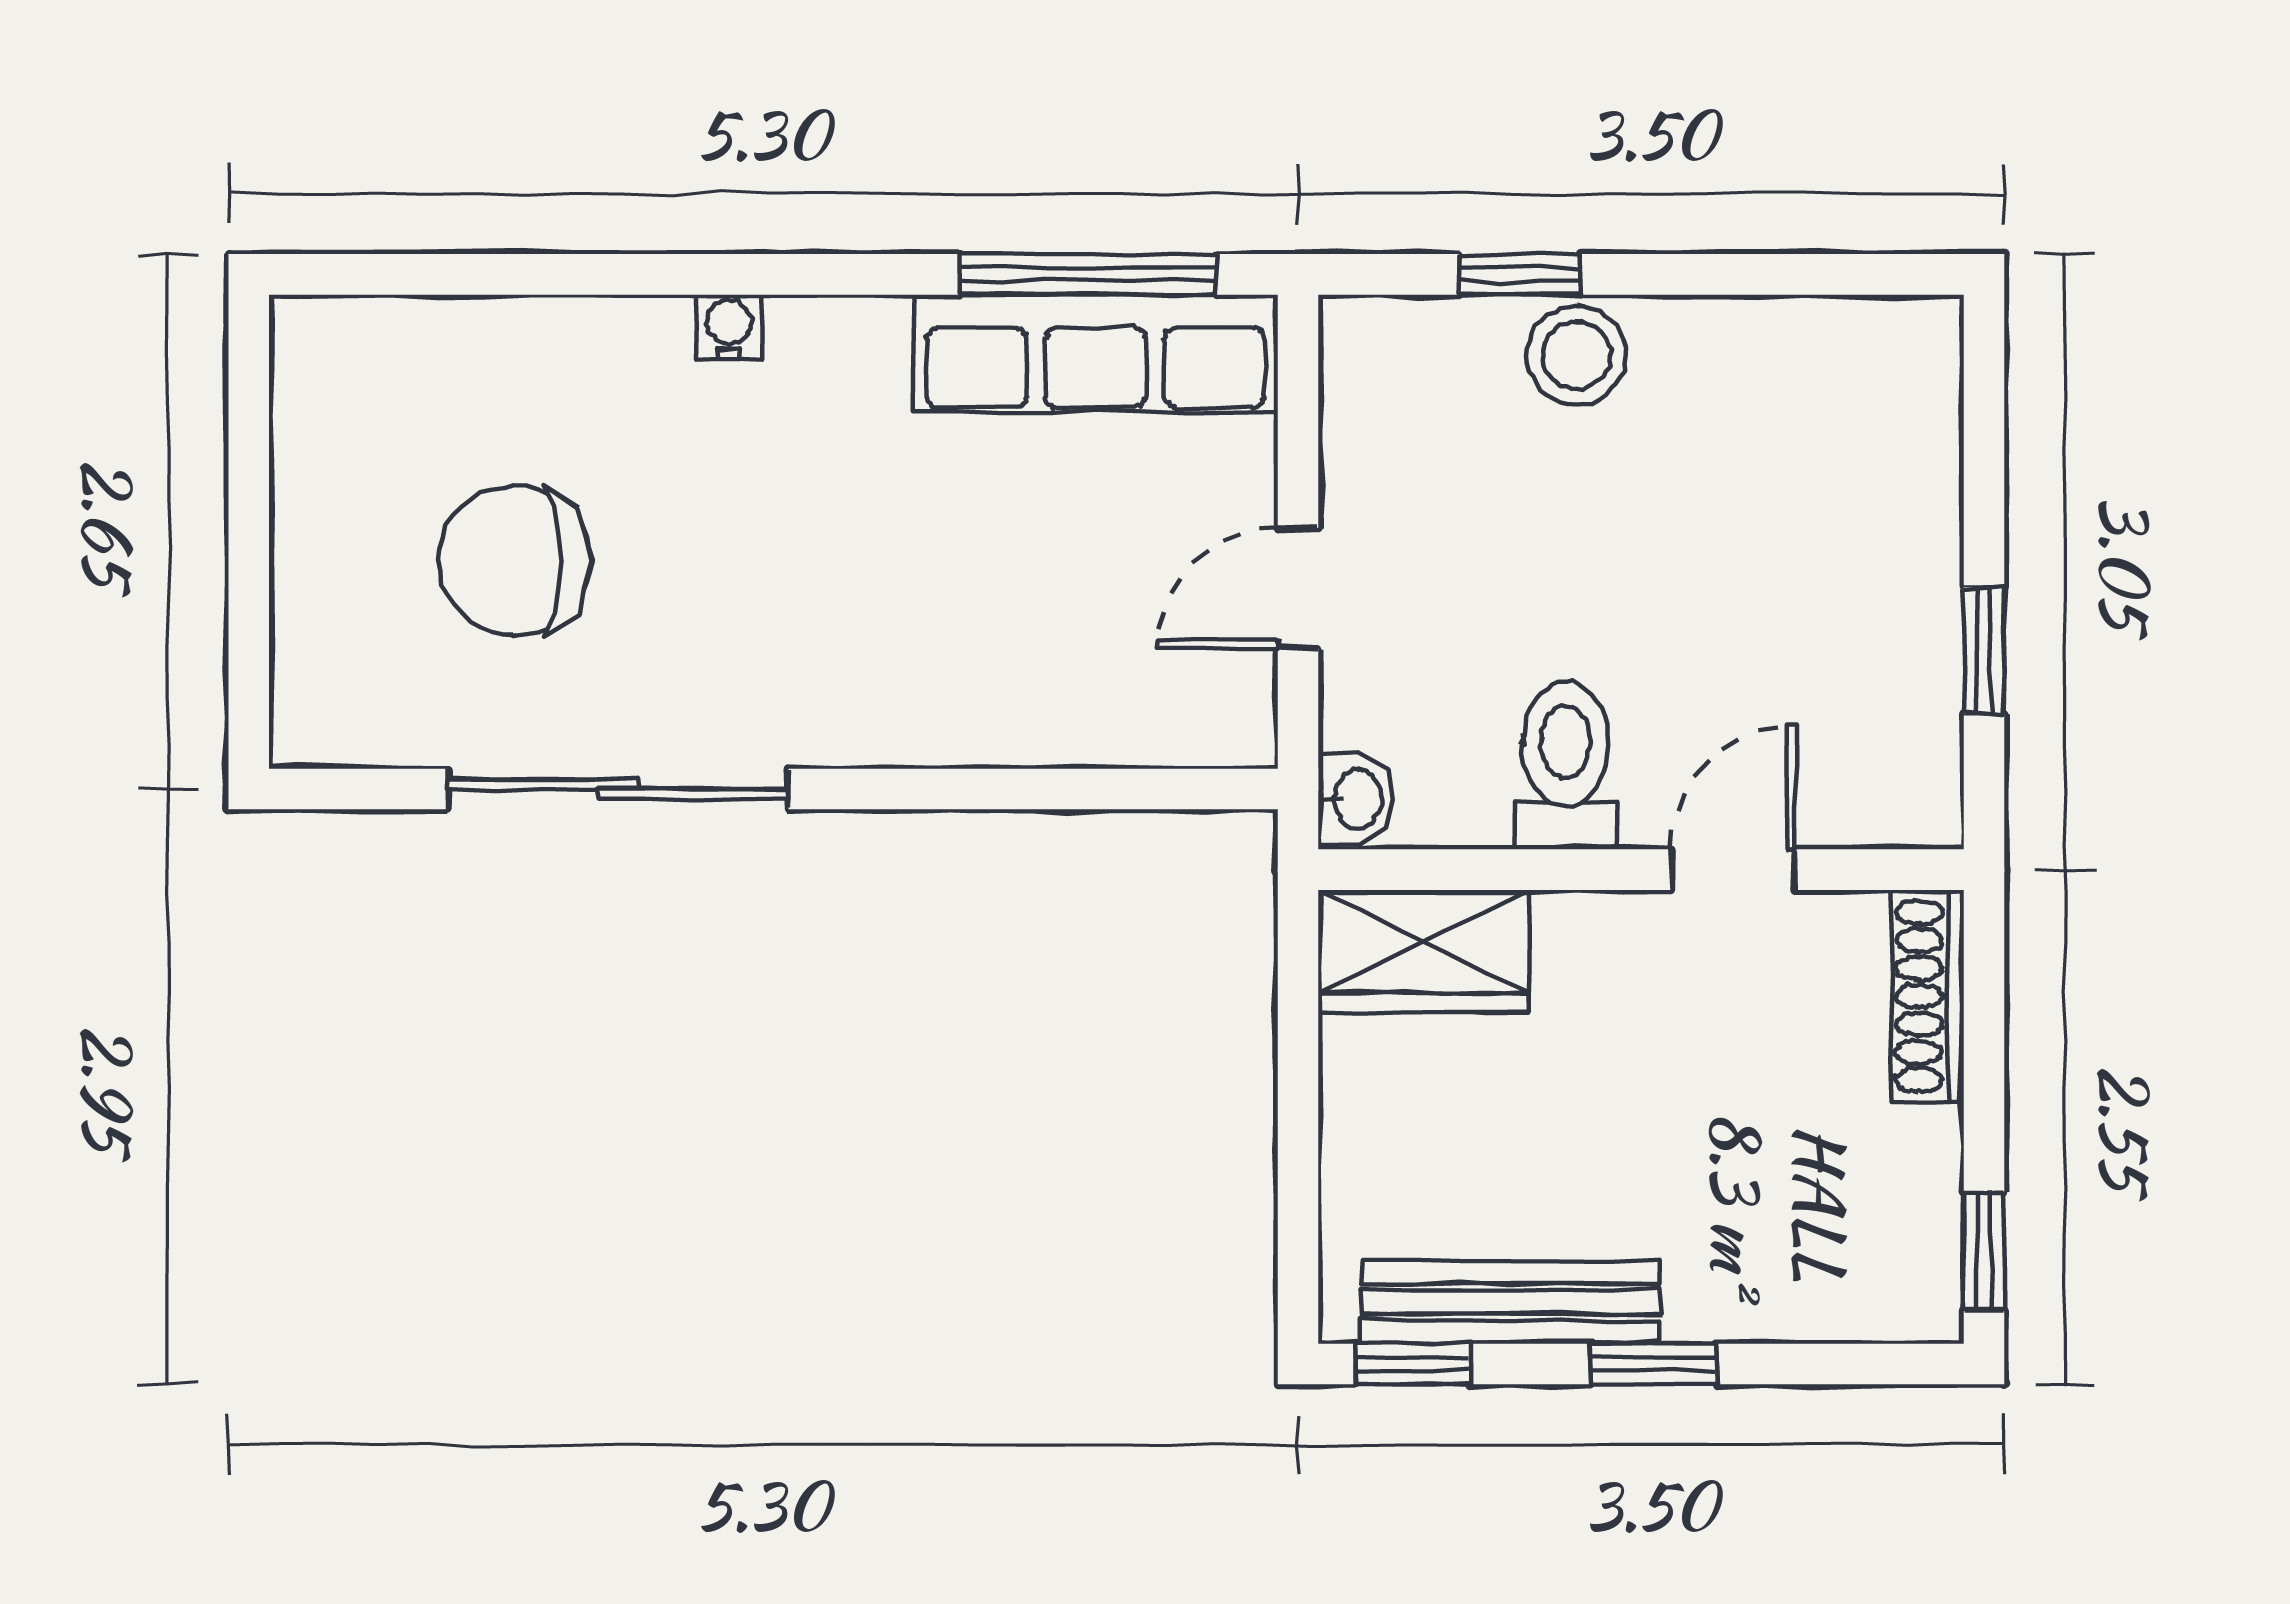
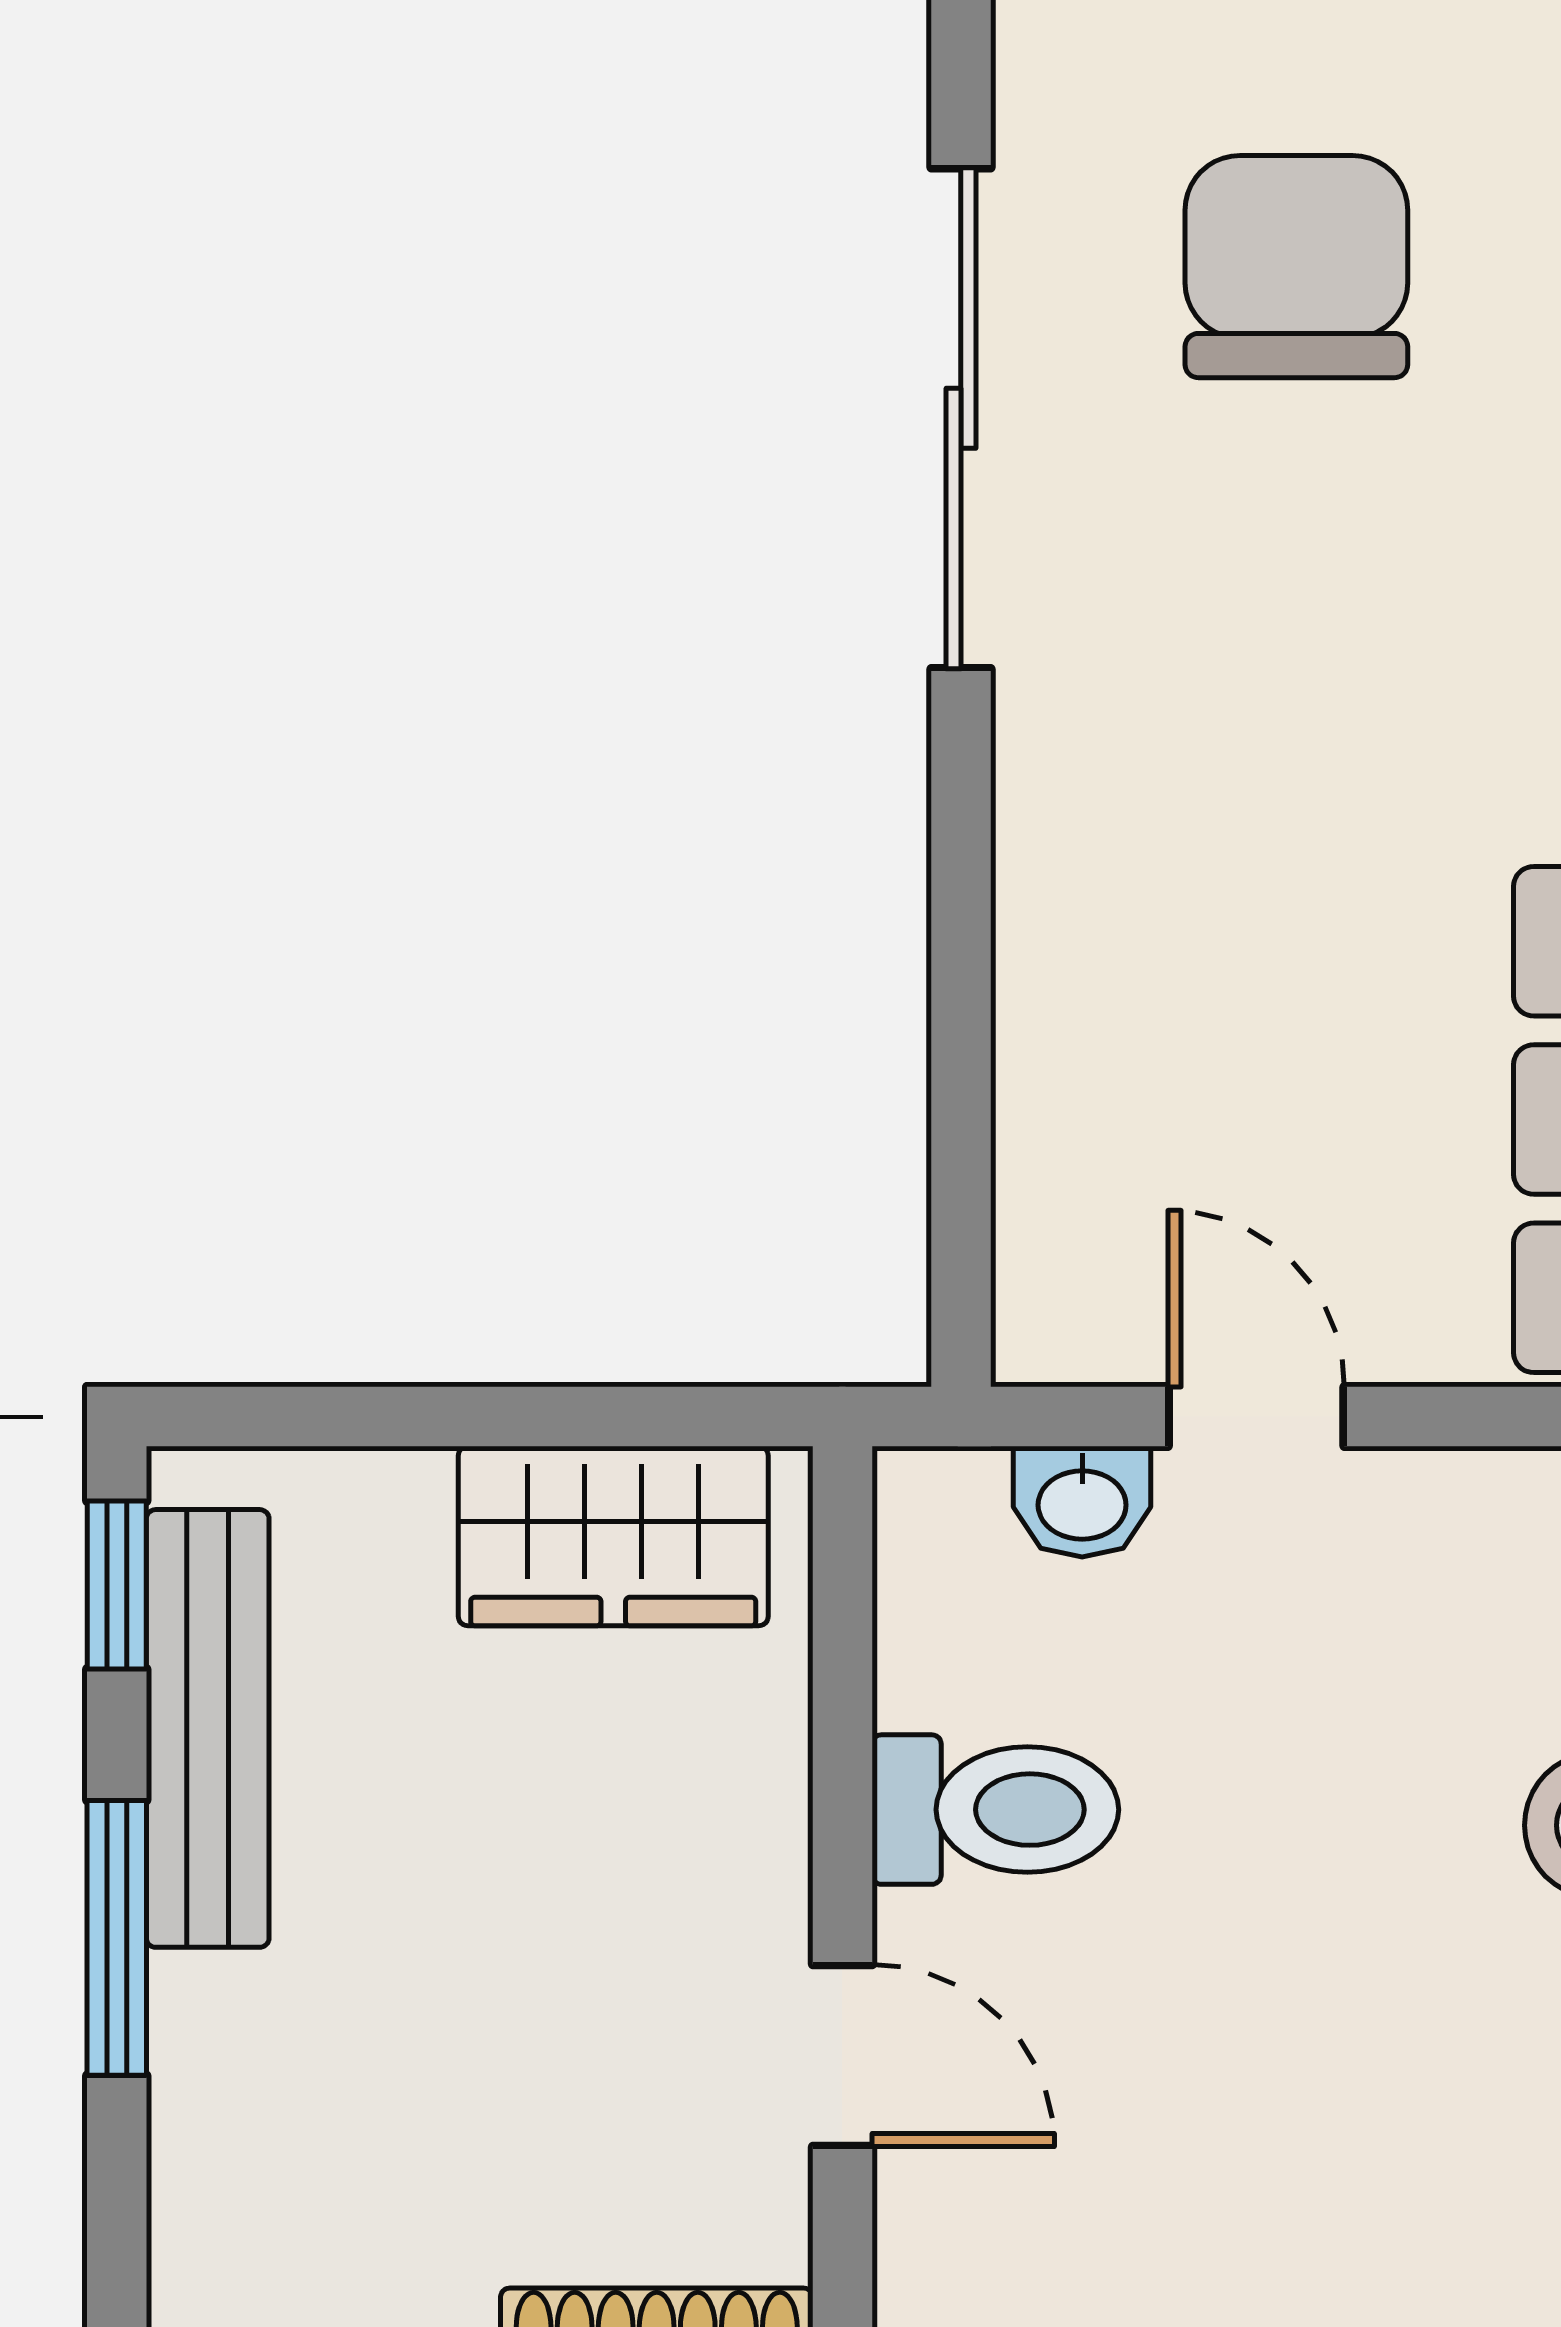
washbasin: (1356, 799) -> (1082, 1502), moved
wardrobe: (1424, 951) -> (613, 1536), moved, turned -90
window: (1653, 1364) -> (117, 1938), width x1.50

